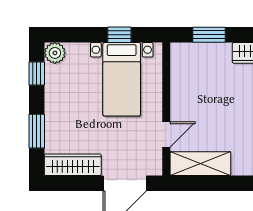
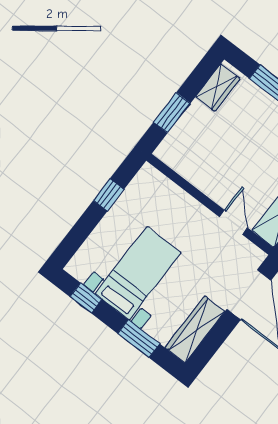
plant: (55, 53) -> (80, 267), removed
bed with nightstands: (122, 79) -> (138, 273), moved, turned -90

